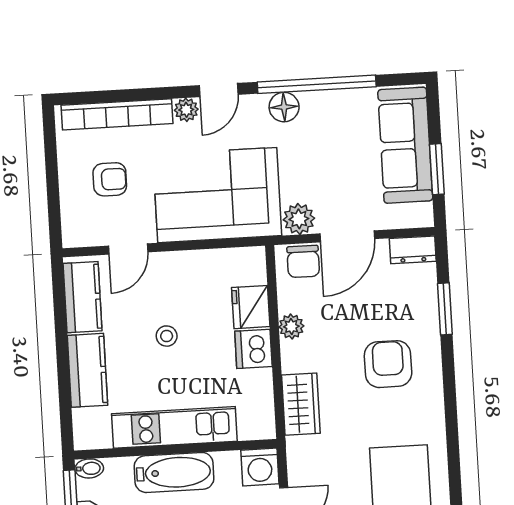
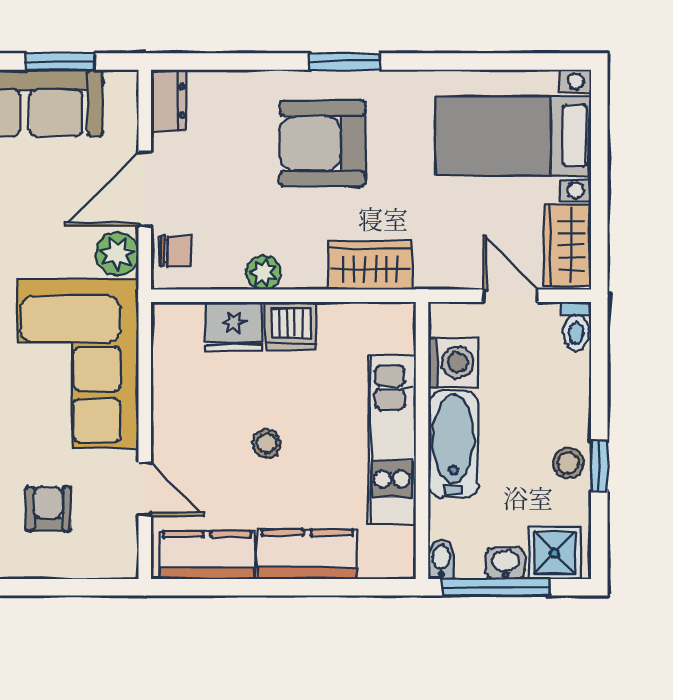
door: (347, 236) -> (145, 189), swing flipped
chair: (303, 261) -> (176, 251), width x0.73, depth x0.73
window: (445, 309) -> (345, 61), moved
armchair: (388, 364) -> (322, 144), width x1.36, depth x1.36
washing machine: (260, 467) -> (453, 362), moved

